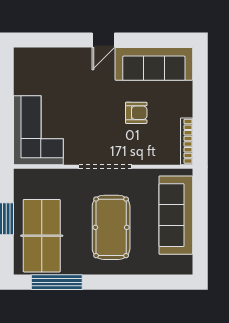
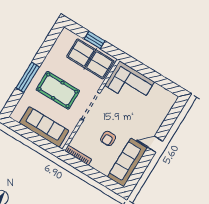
door: (103, 40) -> (155, 144), hinge flipped
table tennis table: (42, 236) -> (90, 59), moved
window: (57, 282) -> (28, 77), moved

